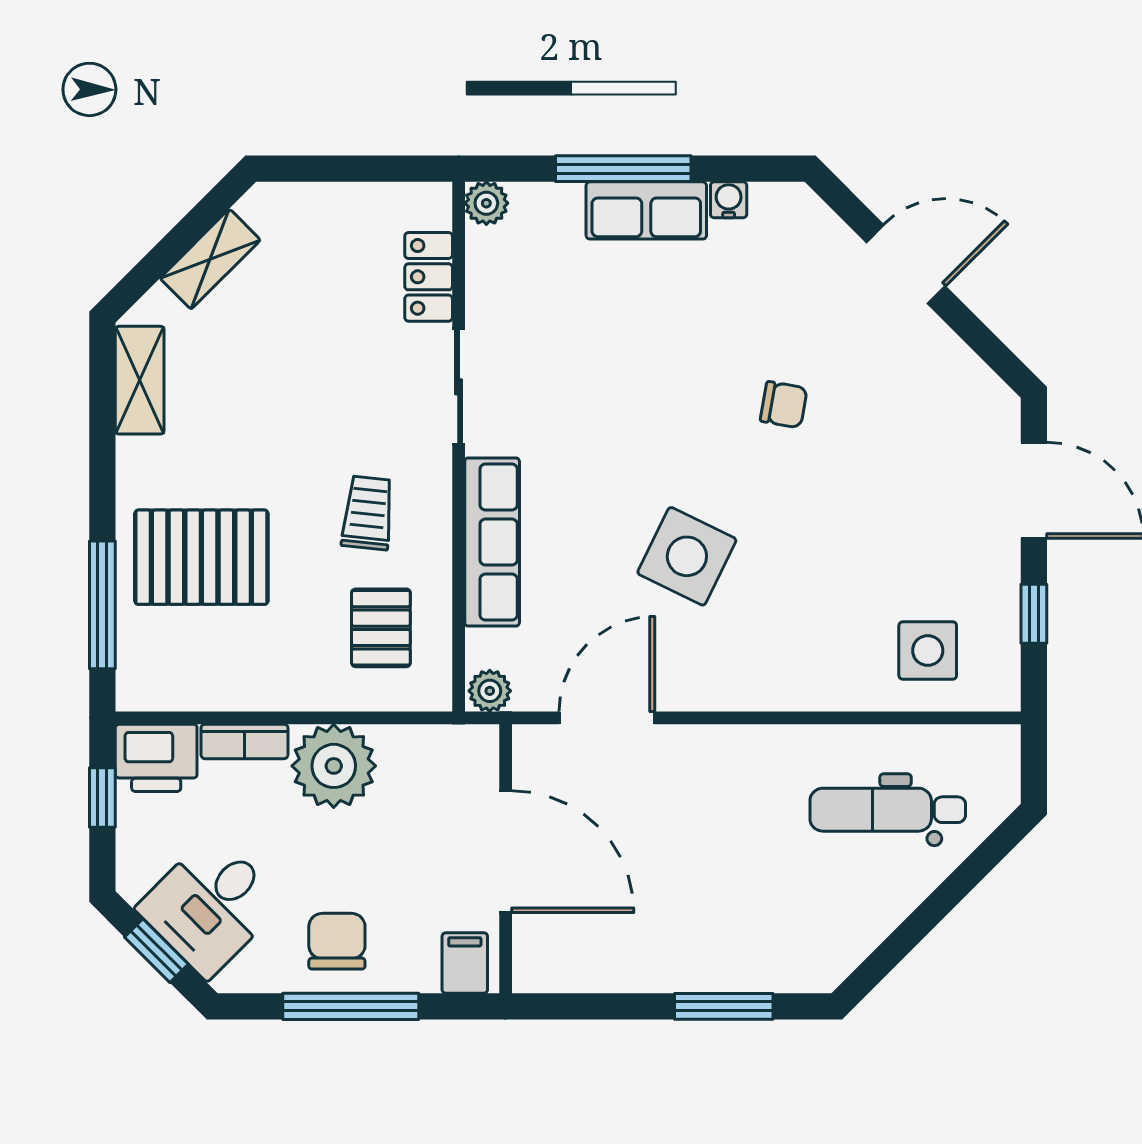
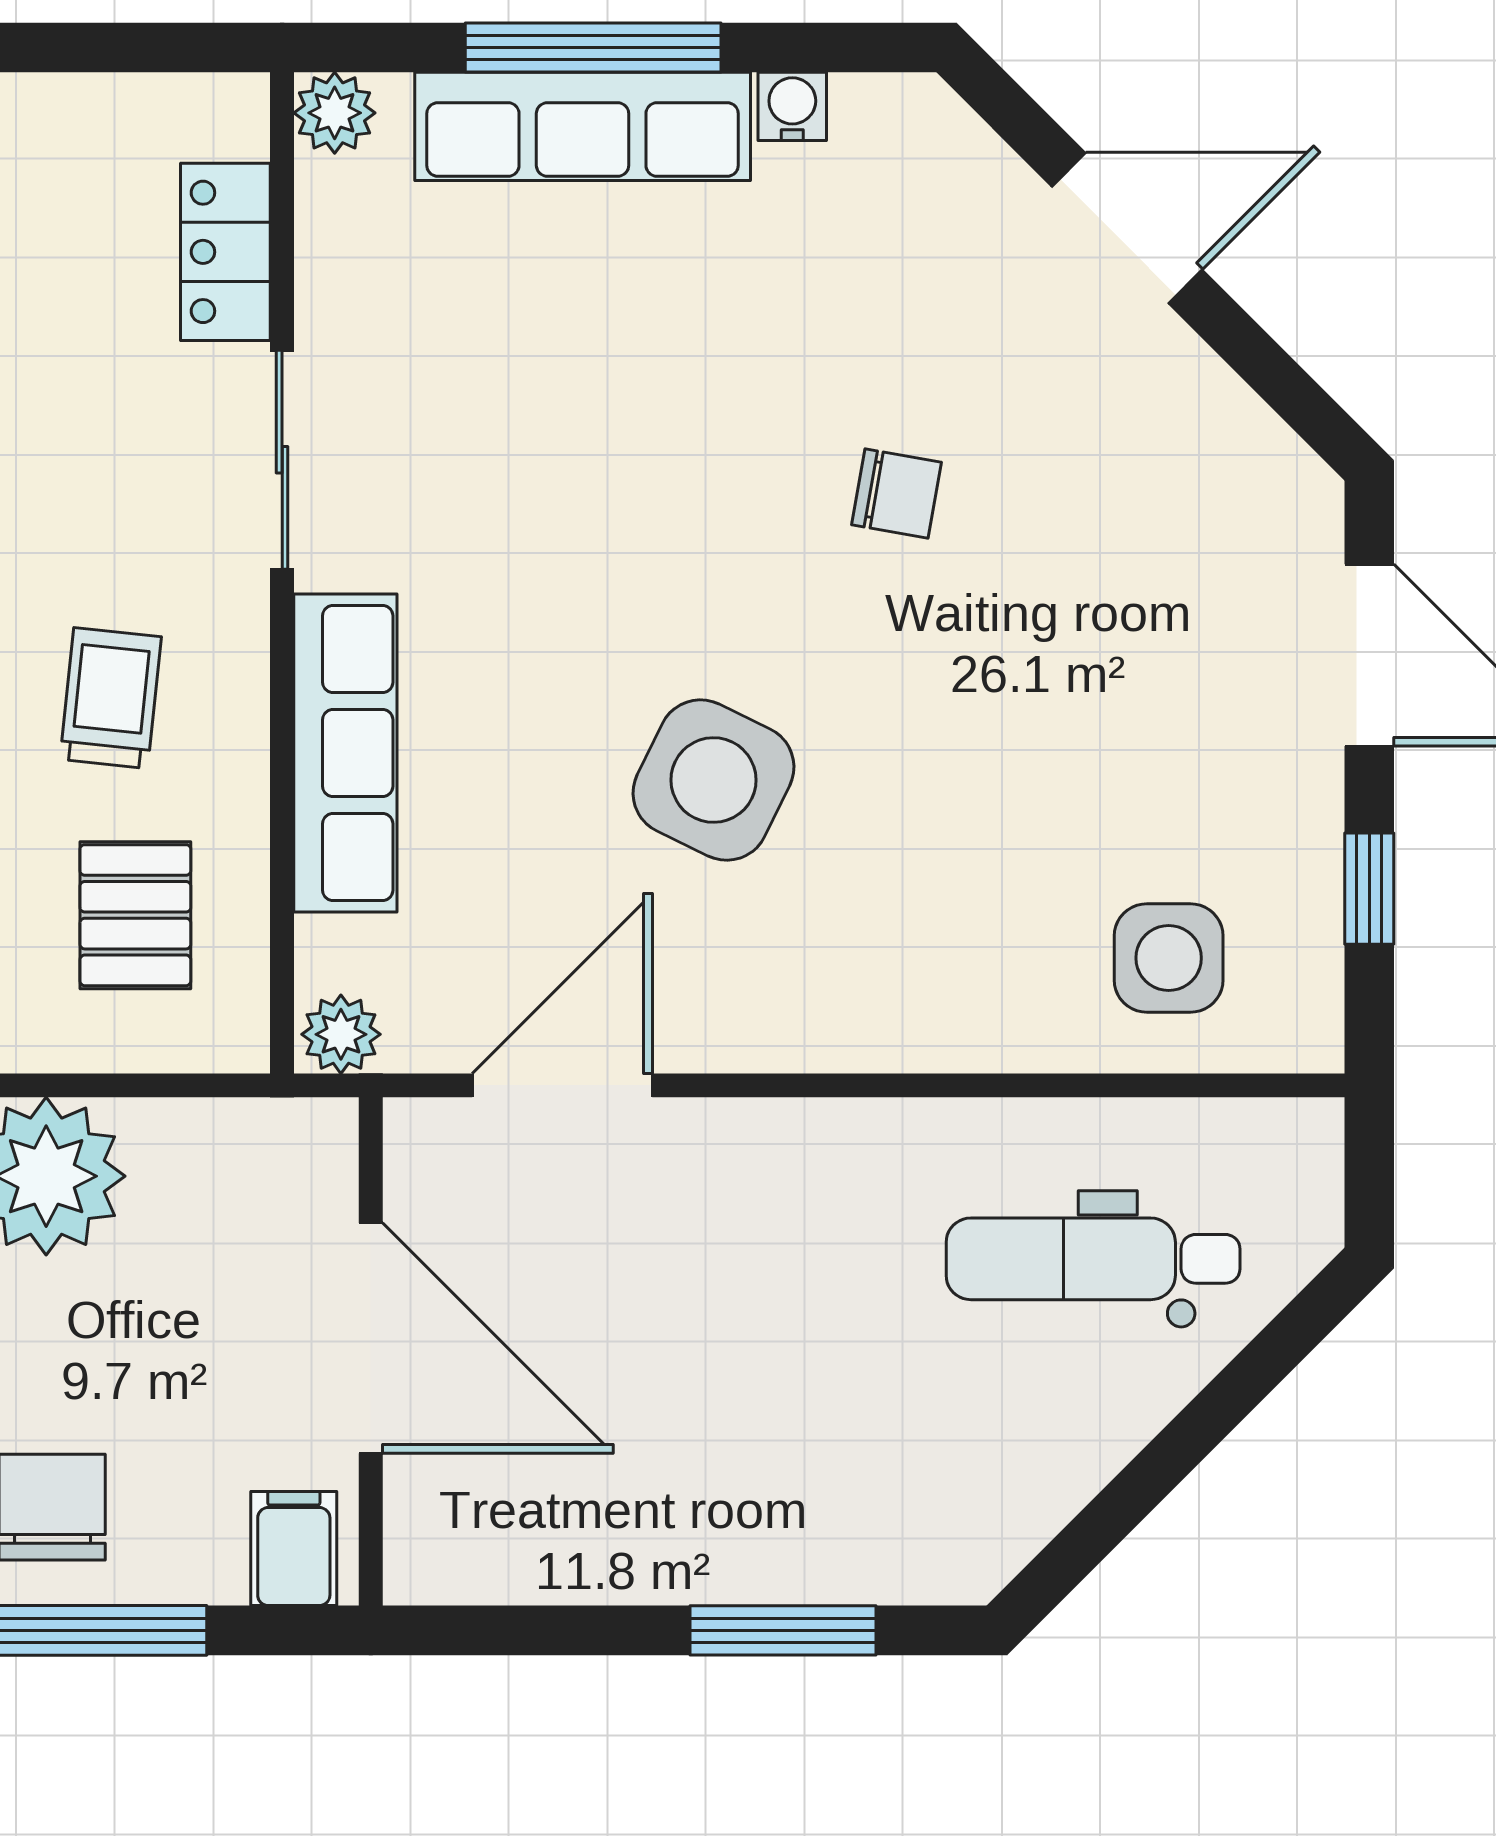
row of seats: (646, 210) -> (583, 126), width x1.48

